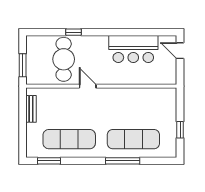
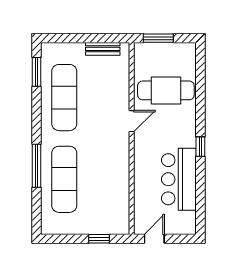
window: (73, 32) -> (200, 147), moved
door: (180, 51) -> (154, 239), moved
window: (180, 130) -> (99, 239), moved

